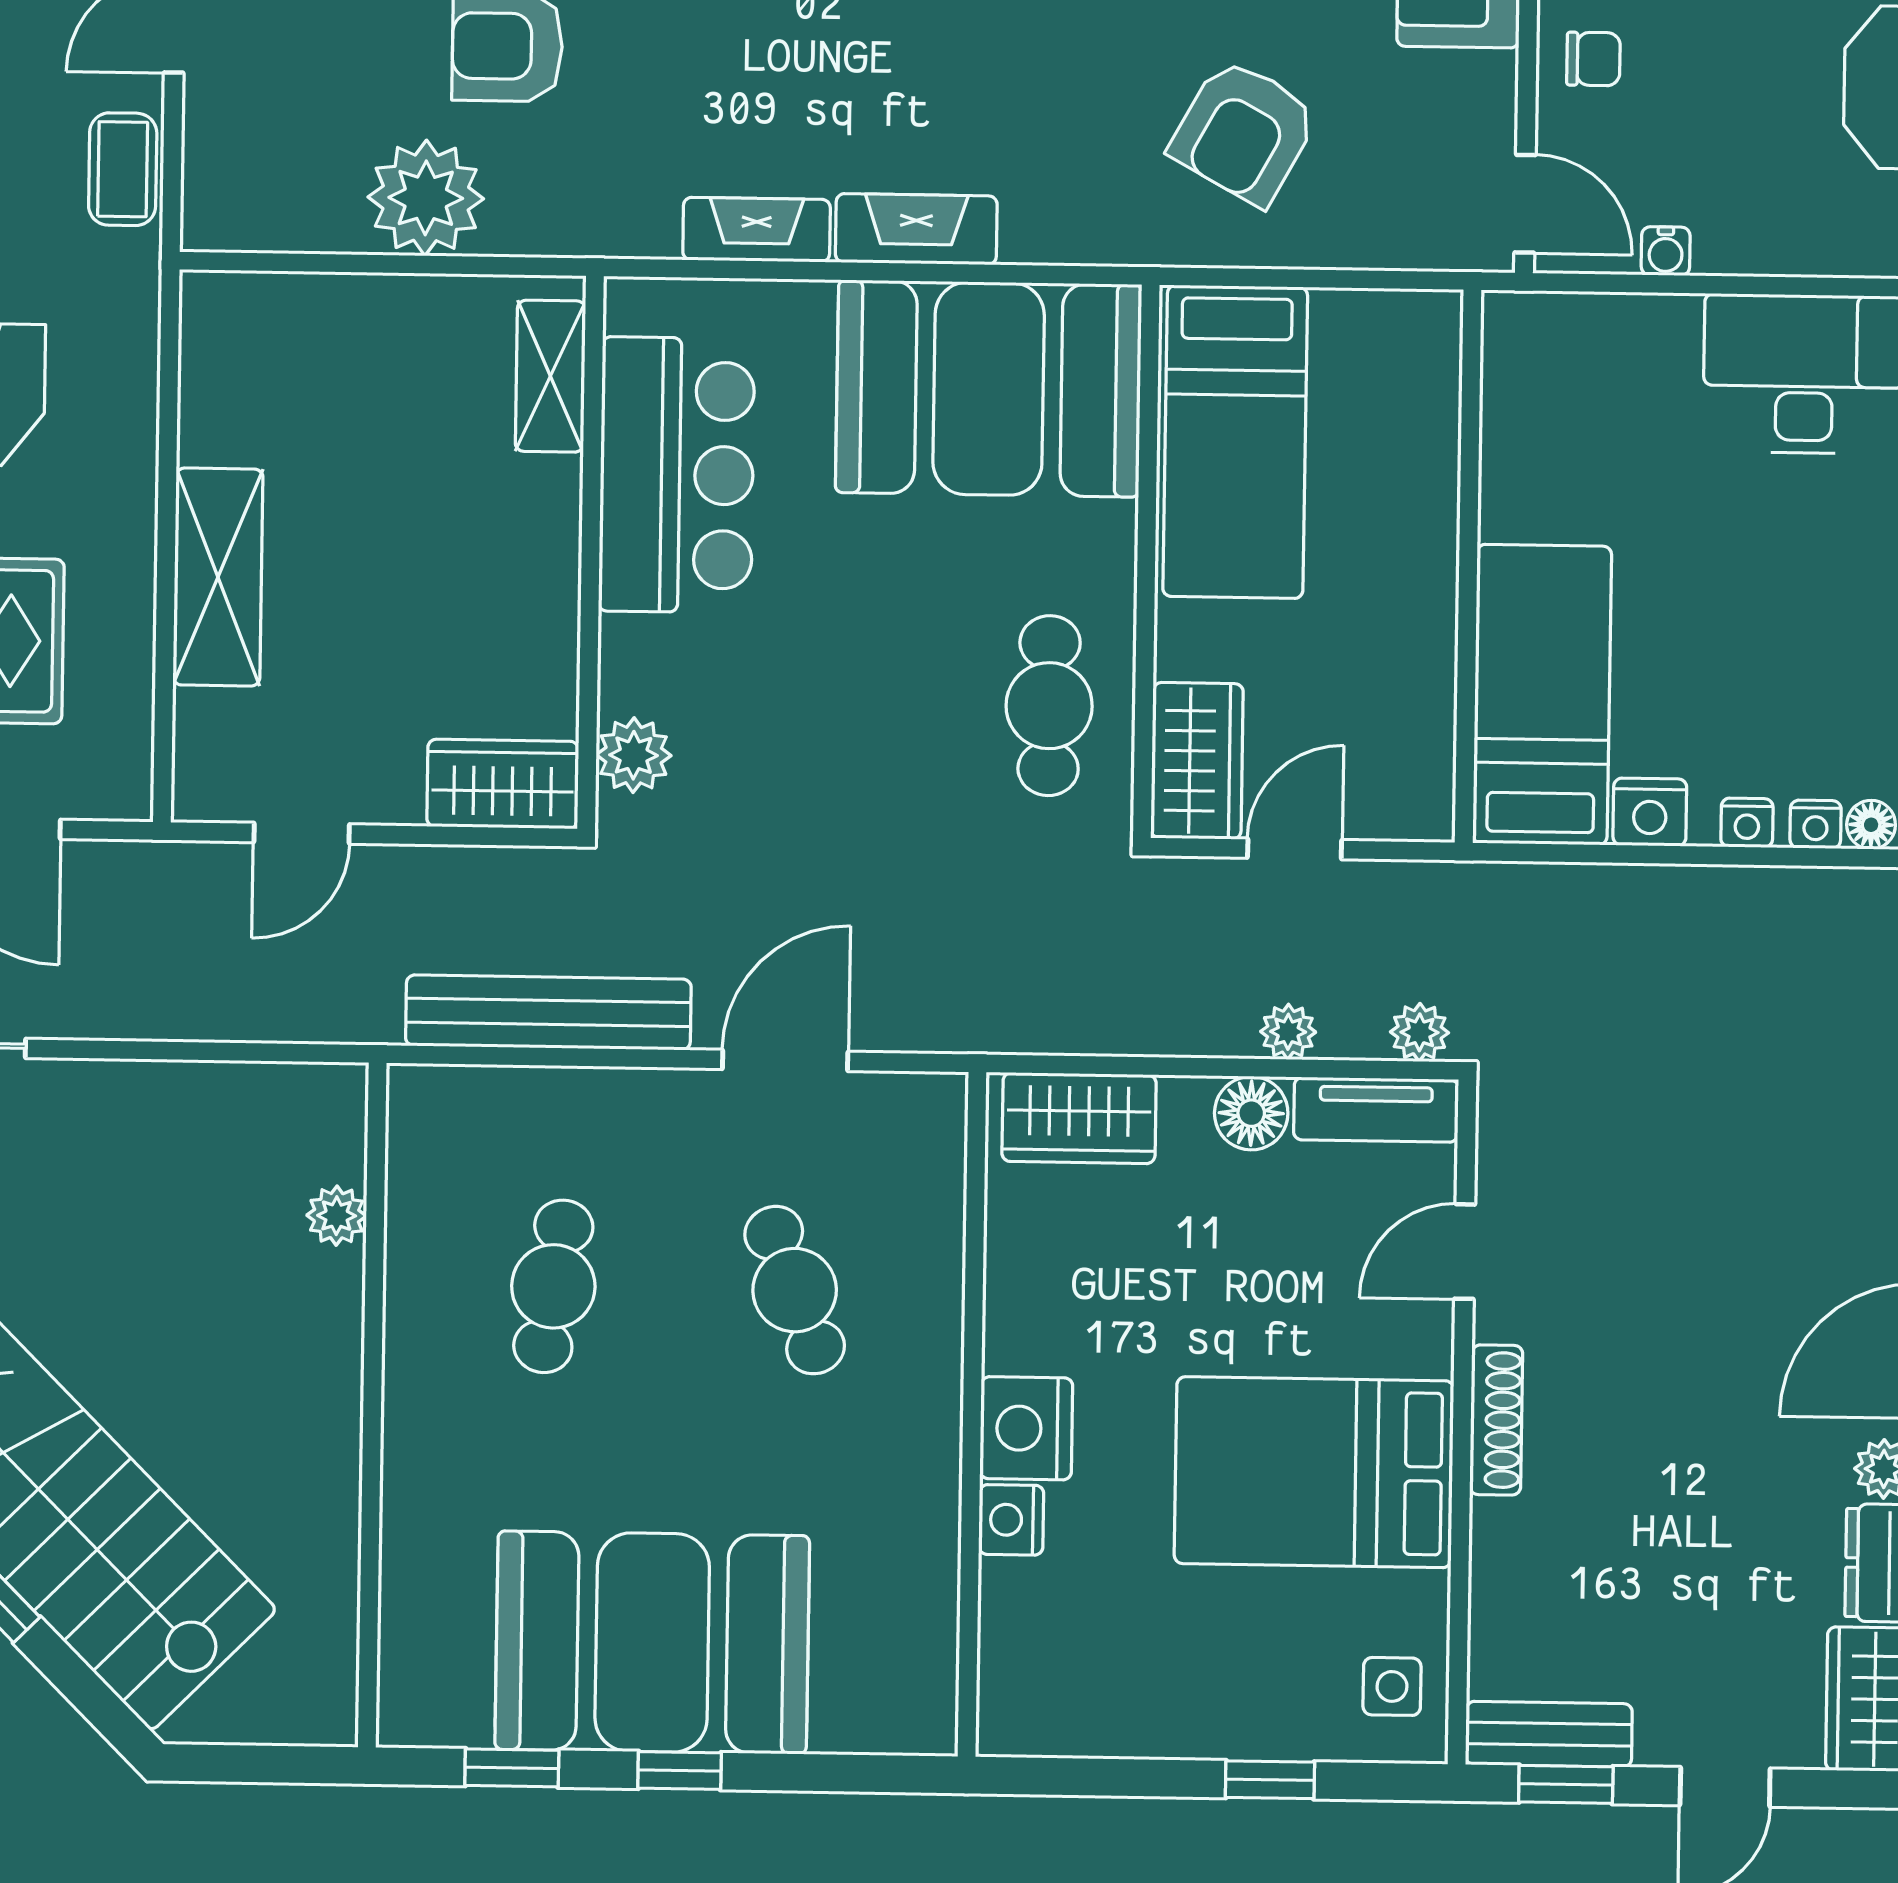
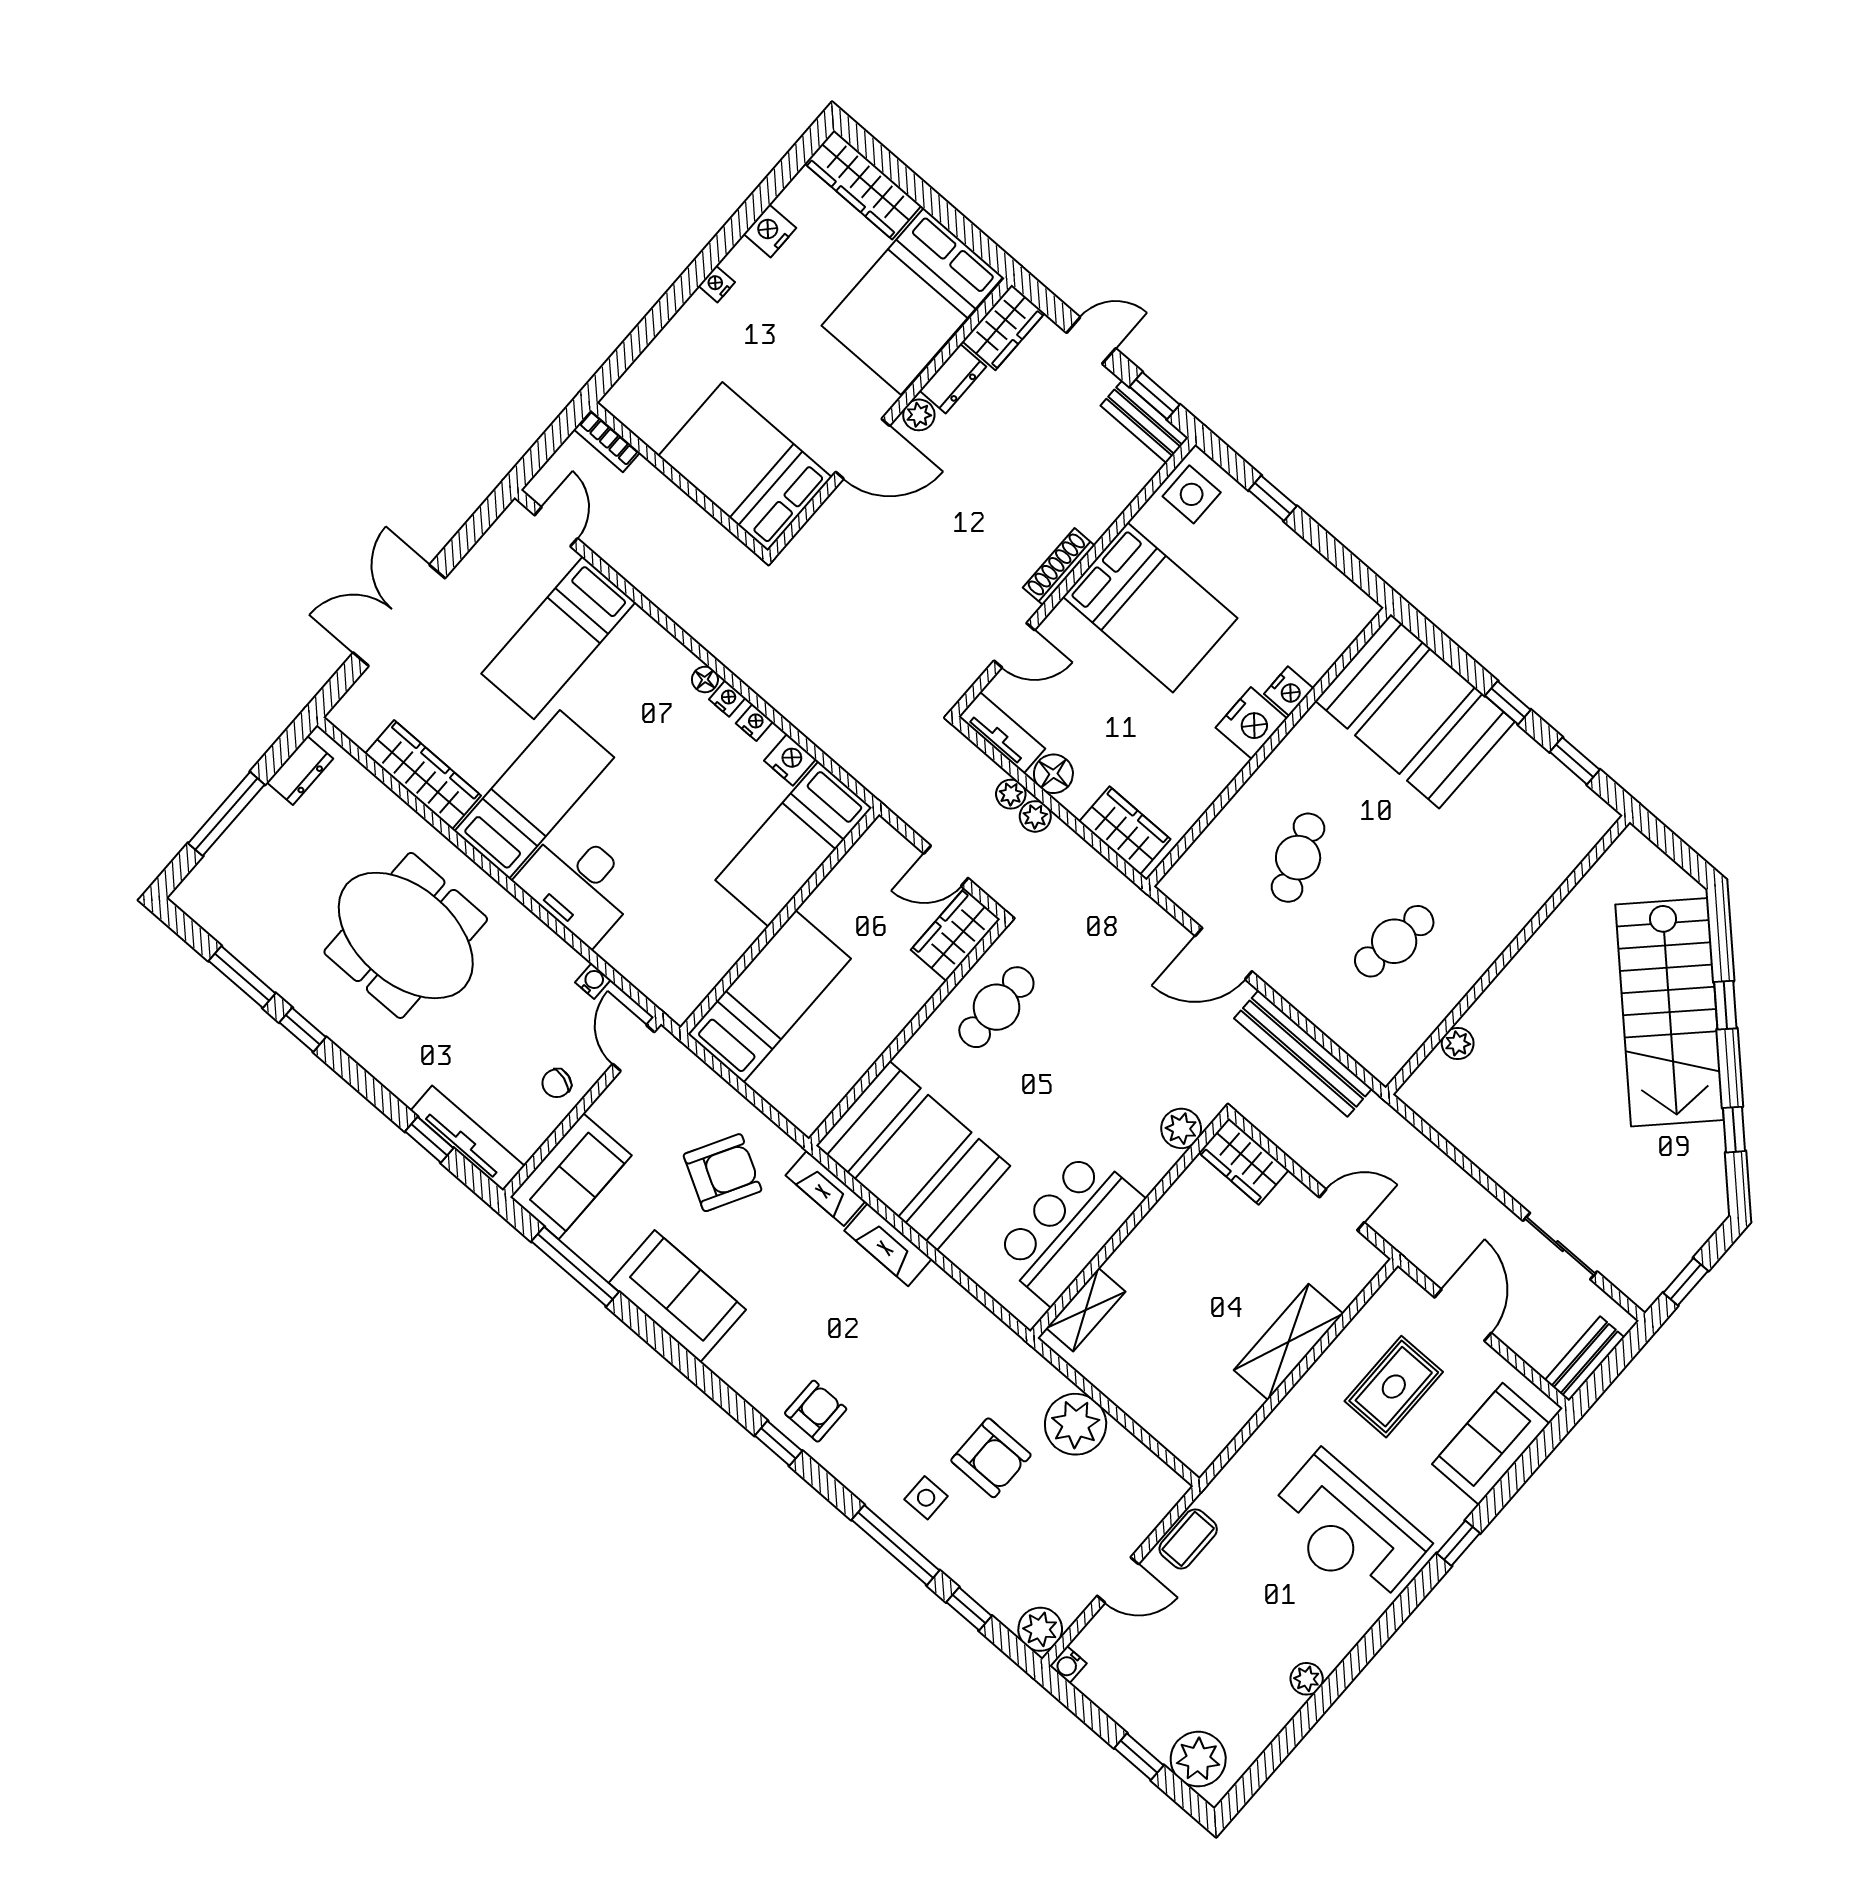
chair: (1593, 59) -> (557, 1083), turned -73
fireplace: (757, 230) -> (825, 1188), moved
bed: (1235, 442) -> (769, 996), moved
plant: (1420, 1032) -> (1035, 816), moved
booth: (652, 1642) -> (1415, 711), moved
side table: (1392, 1686) -> (1192, 494), width x1.37, depth x1.37

